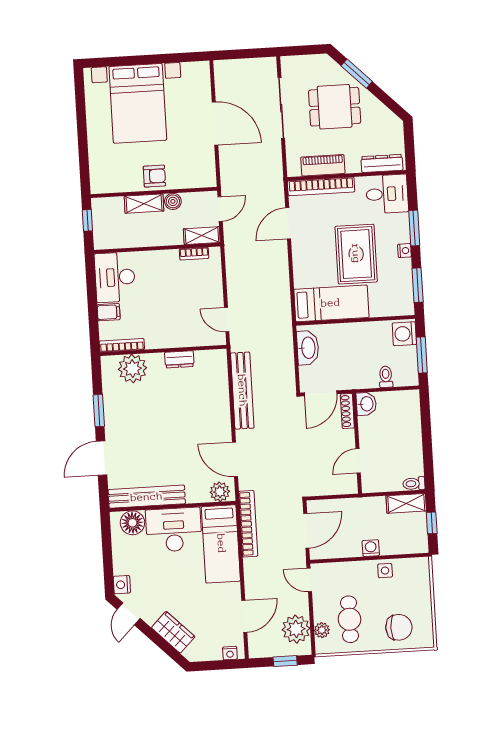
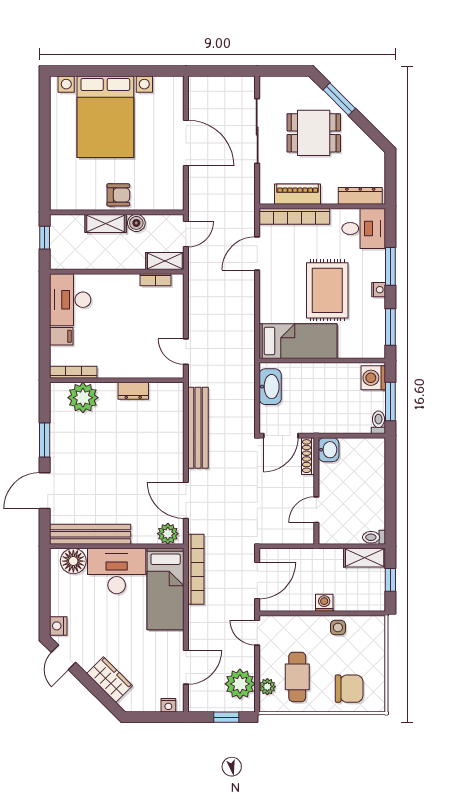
toilet: (386, 377) -> (378, 422), moved

